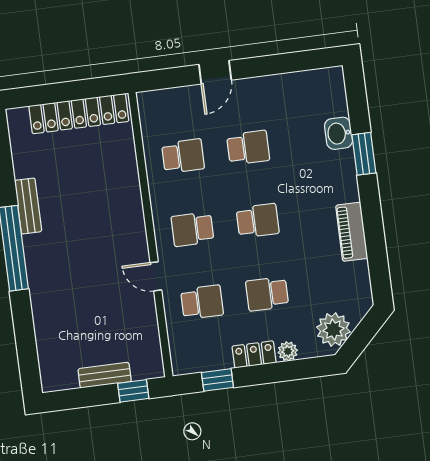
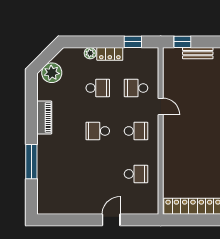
washbasin: (339, 133) -> (44, 175), removed
school desk: (248, 148) -> (98, 174), removed
window: (364, 154) -> (31, 162), width x1.44
school desk: (183, 156) -> (136, 174), turned 180
plant: (333, 329) -> (52, 73), moved

